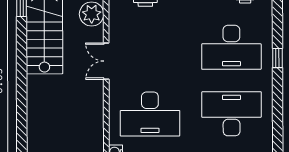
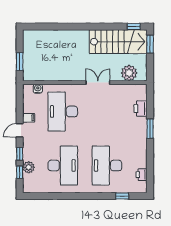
window: (277, 58) -> (122, 196), moved

